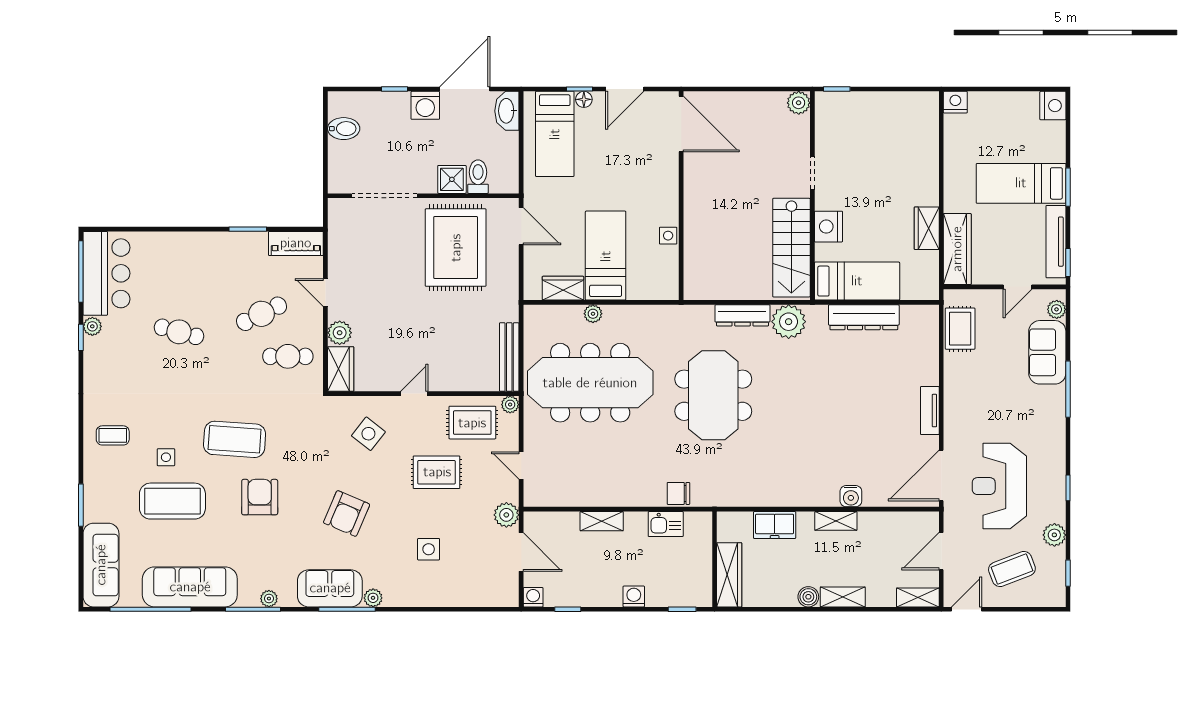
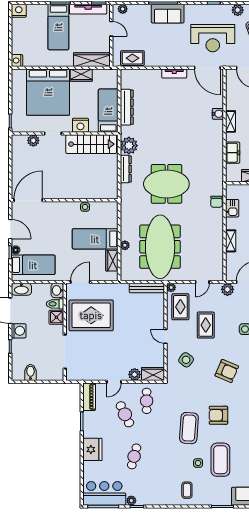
plant: (799, 103) -> (33, 140), moved
bed: (893, 163) -> (48, 92), added
washbasin: (504, 181) -> (57, 290), added
fridge: (193, 250) -> (92, 449), added
sofa: (1047, 352) -> (168, 14), moved

